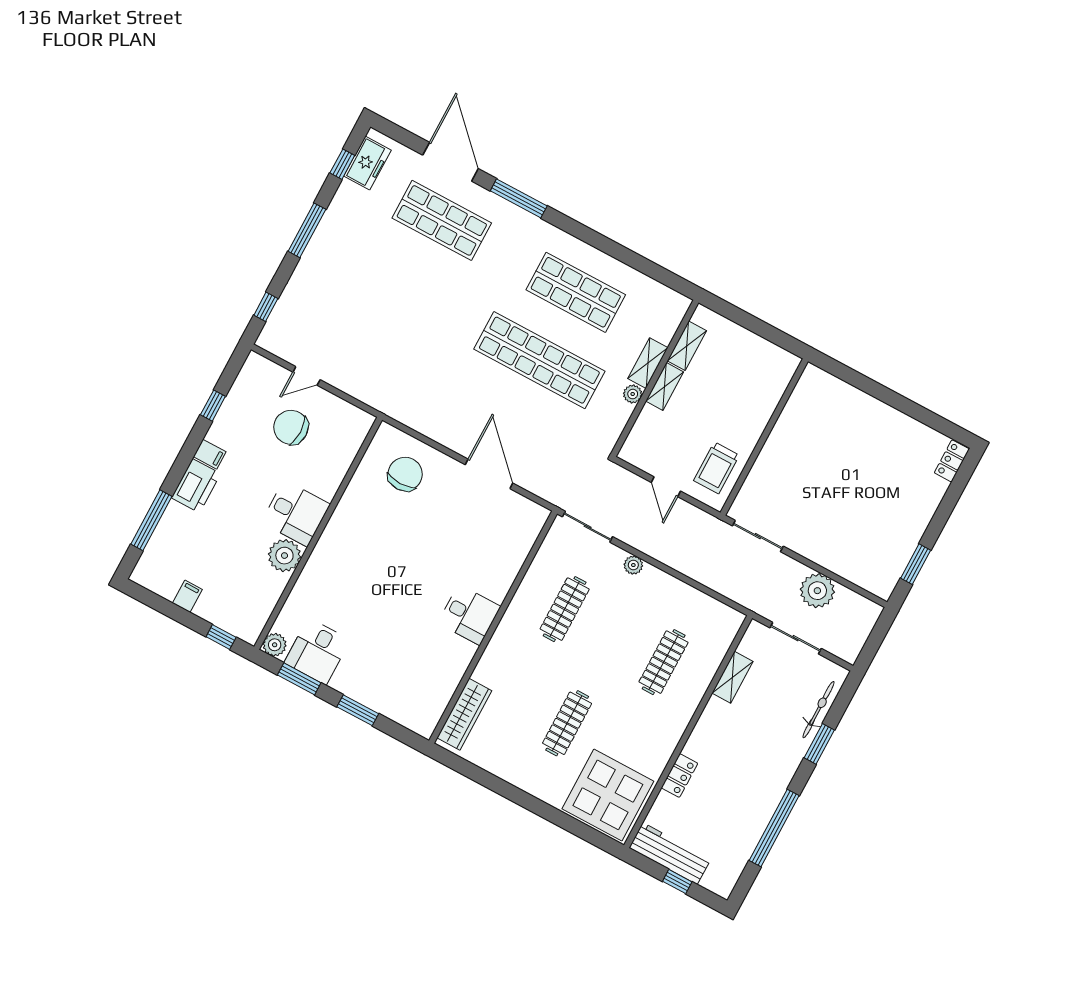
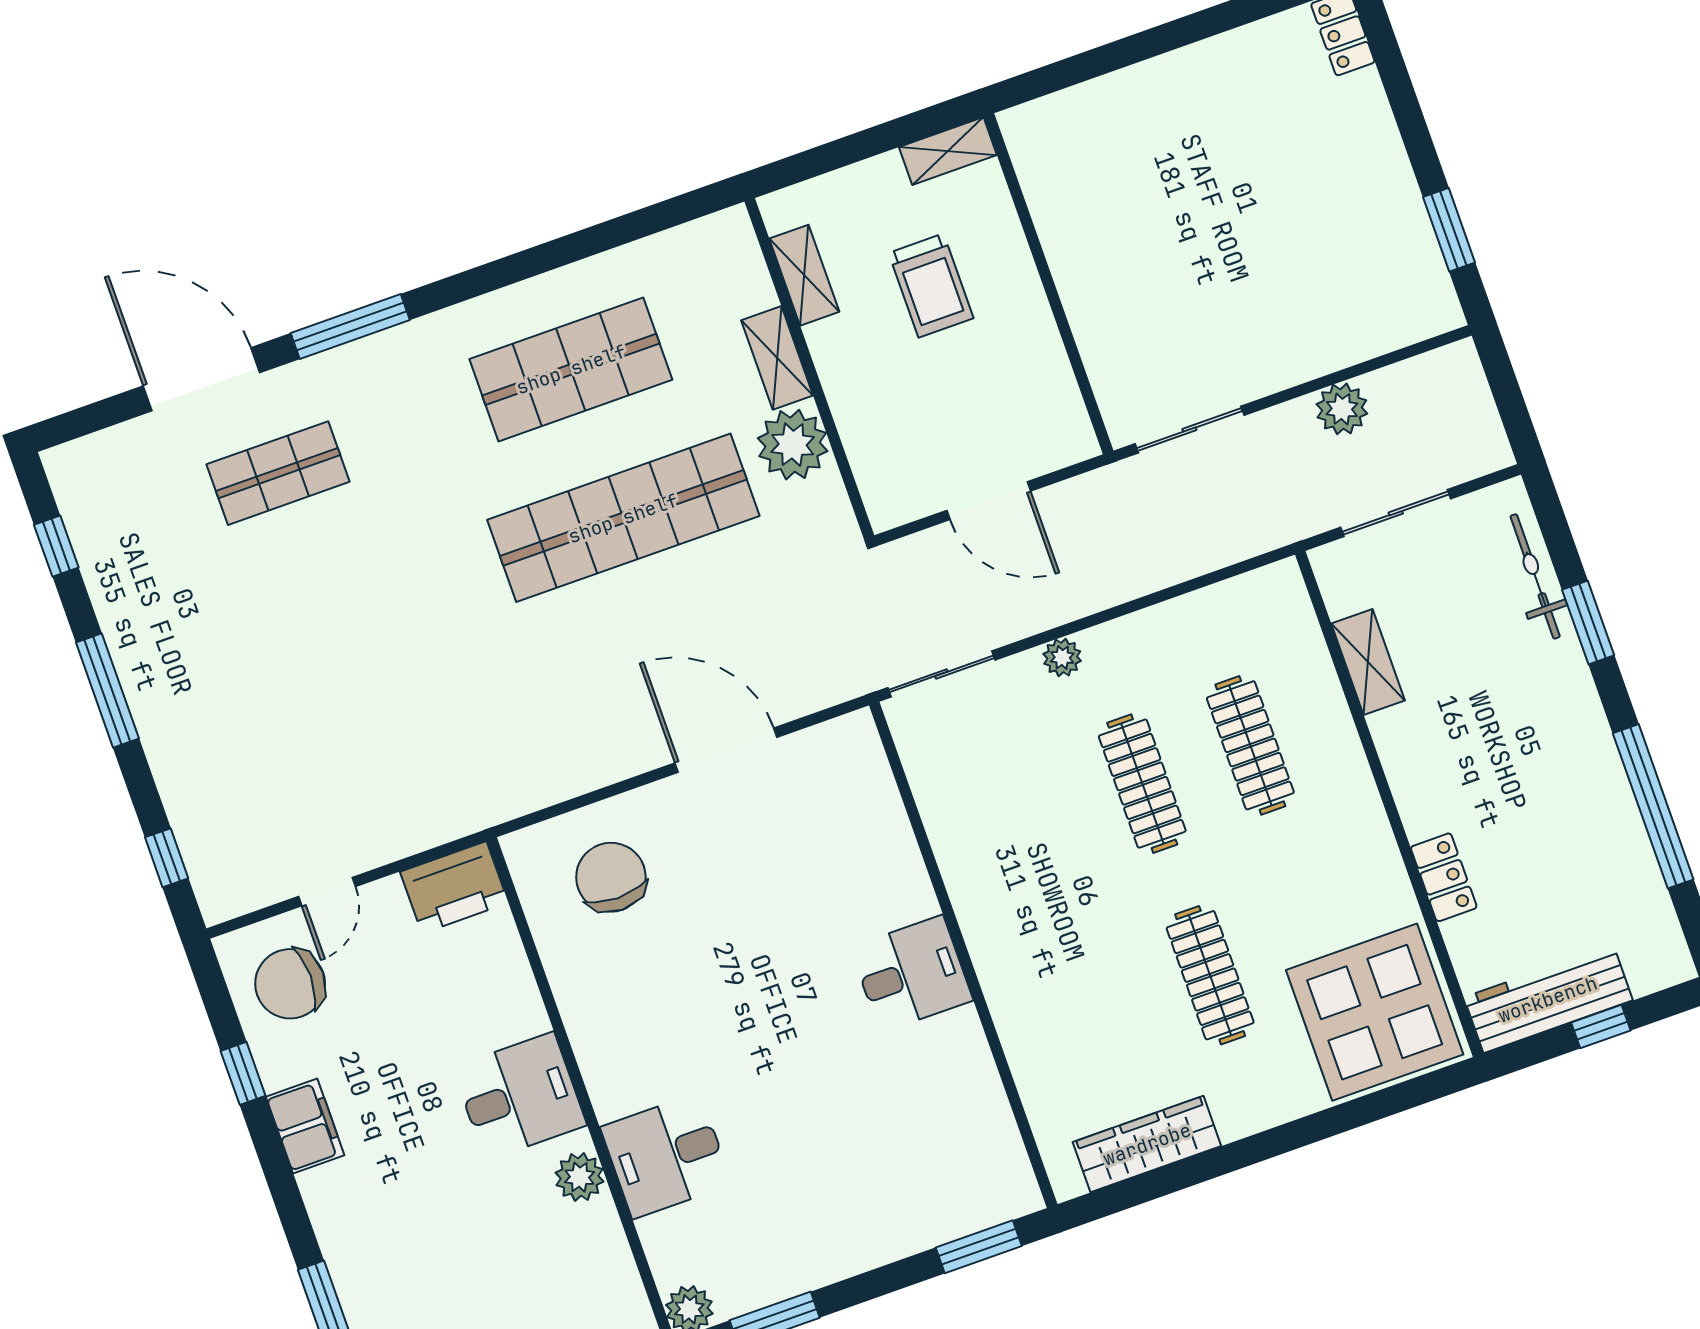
freezer: (367, 163) -> (89, 507), removed
shop shelf: (442, 220) -> (278, 473), width x0.70, depth x0.74
shelving: (665, 387) -> (948, 151), moved, turned 90
plant: (633, 394) -> (793, 445), width x1.88, depth x1.88
chair: (291, 427) -> (290, 984), moved
filing cabinet: (210, 454) -> (305, 1126), width x2.00
trolley: (717, 468) -> (931, 286), moved
printer: (196, 486) -> (454, 887), moved, turned 90
door: (666, 487) -> (989, 501), width x1.38
plant: (284, 556) -> (580, 1177), width x0.73, depth x0.73
plant: (817, 591) -> (1342, 409), width x0.73, depth x0.73
clothes rail: (565, 609) -> (1142, 784), moved
desk: (317, 651) -> (666, 1156), moved, turned 90
window: (358, 710) -> (979, 1247), moved
wardrobe: (464, 714) -> (1147, 1144), moved, turned -90

